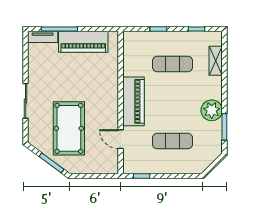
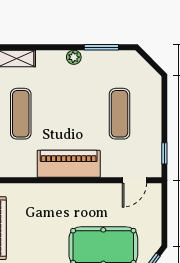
plant: (212, 110) -> (74, 57), width x0.53, depth x0.53
door: (121, 139) -> (134, 180), moved

